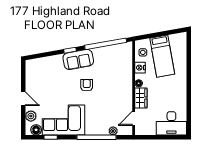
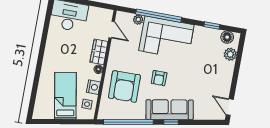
sofa: (78, 59) -> (170, 110), width x1.36
armchair: (114, 73) -> (124, 86), added
door: (23, 99) -> (230, 107), moved
door: (134, 118) -> (112, 30), hinge flipped
corner sofa: (63, 120) -> (166, 38), moved

